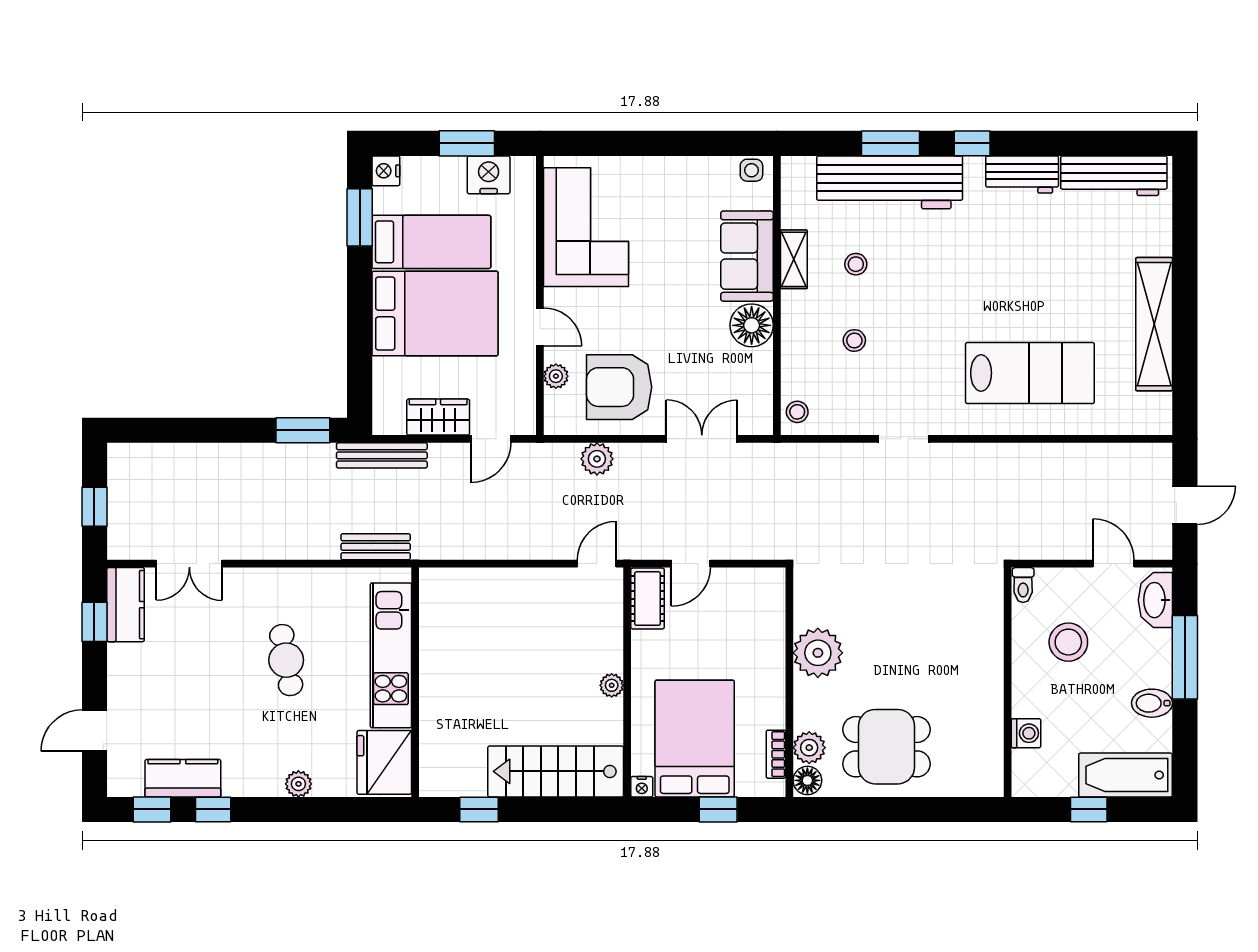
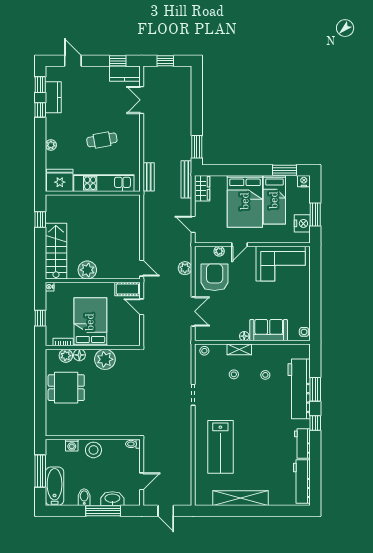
shelving: (794, 259) -> (239, 349), moved
floor lamp: (752, 325) -> (244, 336), width x0.53, depth x0.53
wardrobe: (438, 417) -> (202, 188), moved
washbasin: (1155, 600) -> (112, 499), moved
stool: (1068, 642) -> (93, 450), moved
plant: (612, 685) -> (87, 270), width x1.87, depth x1.87
bed: (695, 739) -> (90, 322), moved, turned -90
dining table: (886, 747) -> (66, 388), turned 90
floor lamp: (807, 780) -> (79, 355), moved
window: (1089, 809) -> (40, 471), width x2.17

